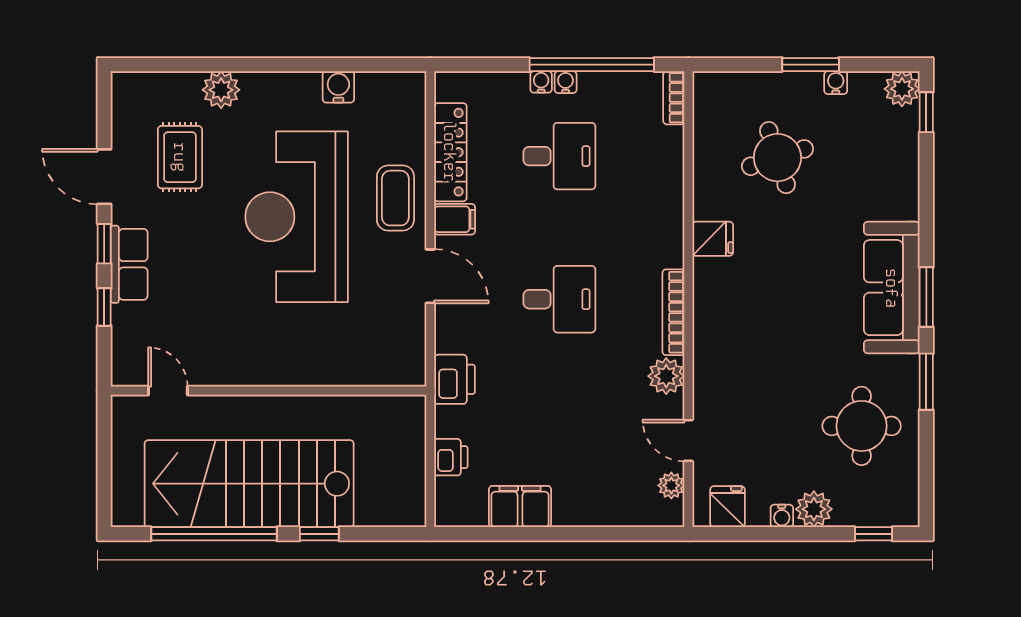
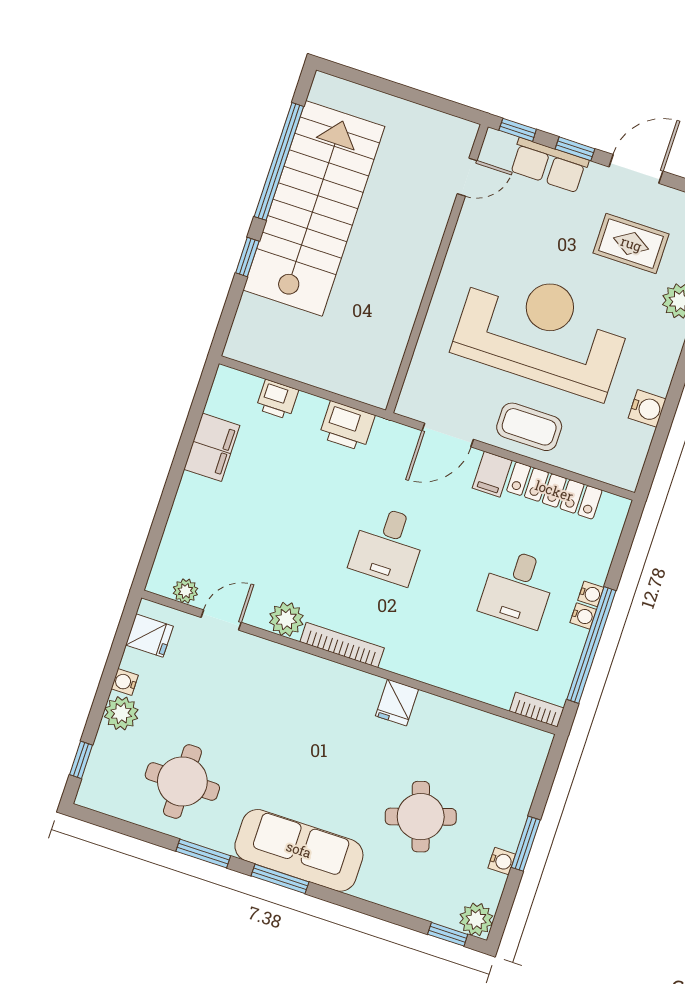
round table: (777, 158) -> (421, 817), moved
door: (168, 391) -> (467, 177), moved
wall: (269, 391) -> (437, 269), moved

